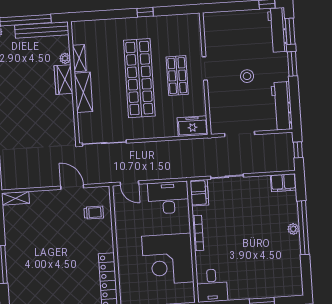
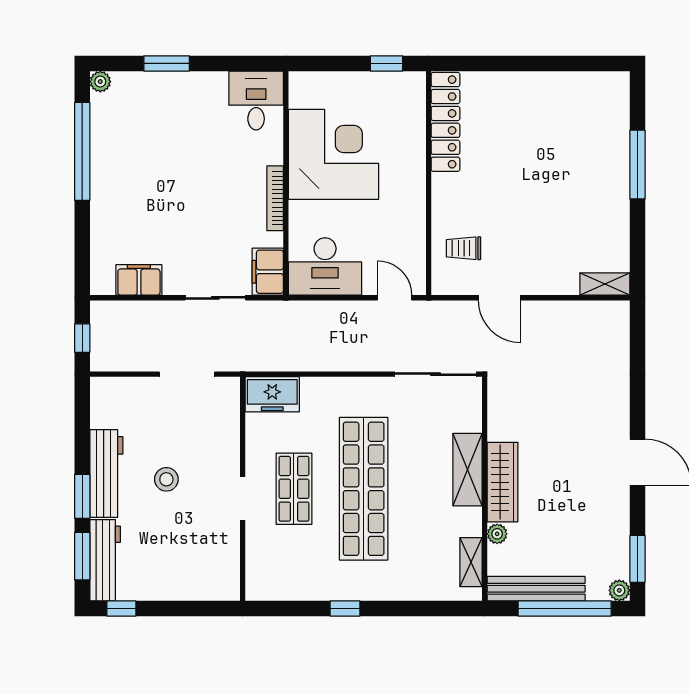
shelving: (79, 58) -> (471, 562), moved
wardrobe: (63, 80) -> (503, 482), width x1.50
workbench: (282, 106) -> (106, 474), moved
filing cabinet: (283, 183) -> (139, 280), moved
window: (303, 228) -> (82, 151), moved
plant: (293, 229) -> (100, 82), moved

